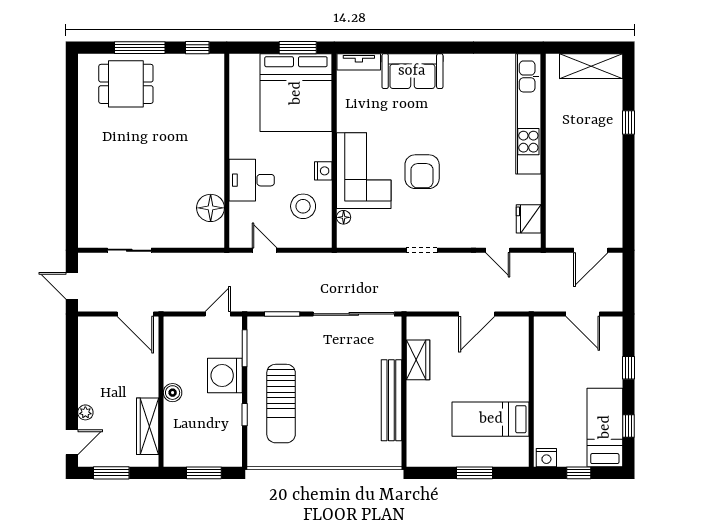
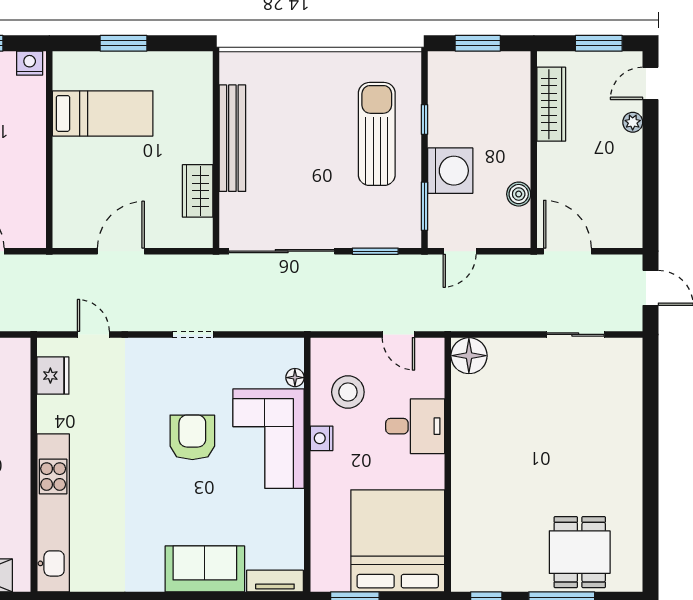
dining table: (126, 84) -> (580, 552), turned 90
bed: (296, 93) -> (398, 541), moved
floor lamp: (211, 208) -> (469, 356), moved
boiler: (173, 393) -> (519, 194), moved

